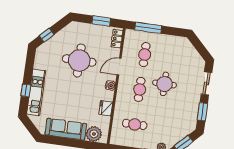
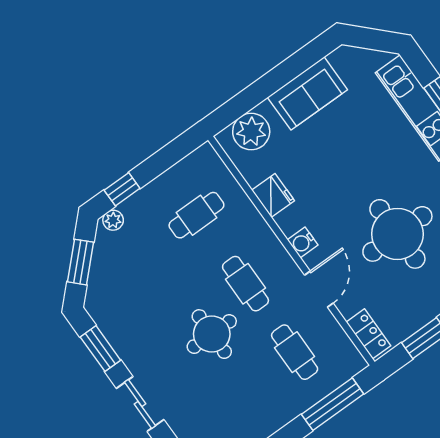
sofa: (66, 129) -> (307, 93), width x0.73

